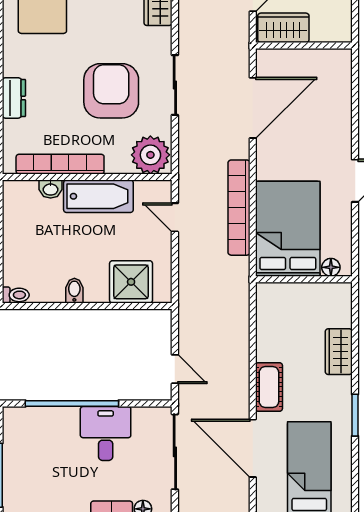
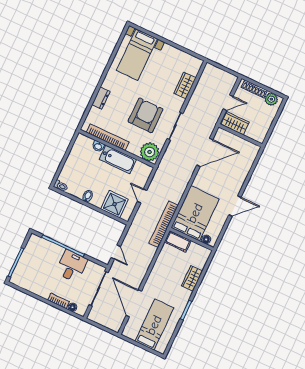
bookcase: (239, 208) -> (164, 224), moved
door: (175, 217) -> (142, 196), moved
cot: (269, 387) -> (178, 241), moved, turned 90

